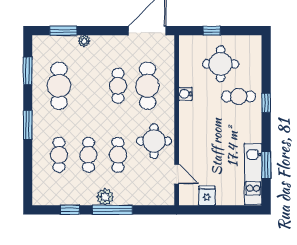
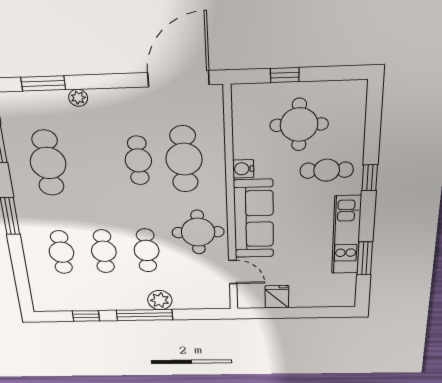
sofa: (192, 132) -> (254, 219), added
kitchen unit: (253, 174) -> (346, 235), moved
plant: (105, 197) -> (160, 300), moved

